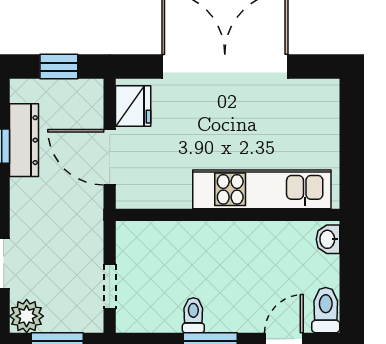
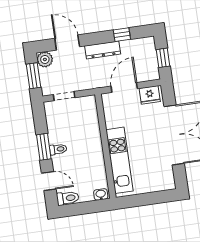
dresser: (24, 140) -> (103, 50), moved
toilet: (193, 315) -> (58, 149), moved

